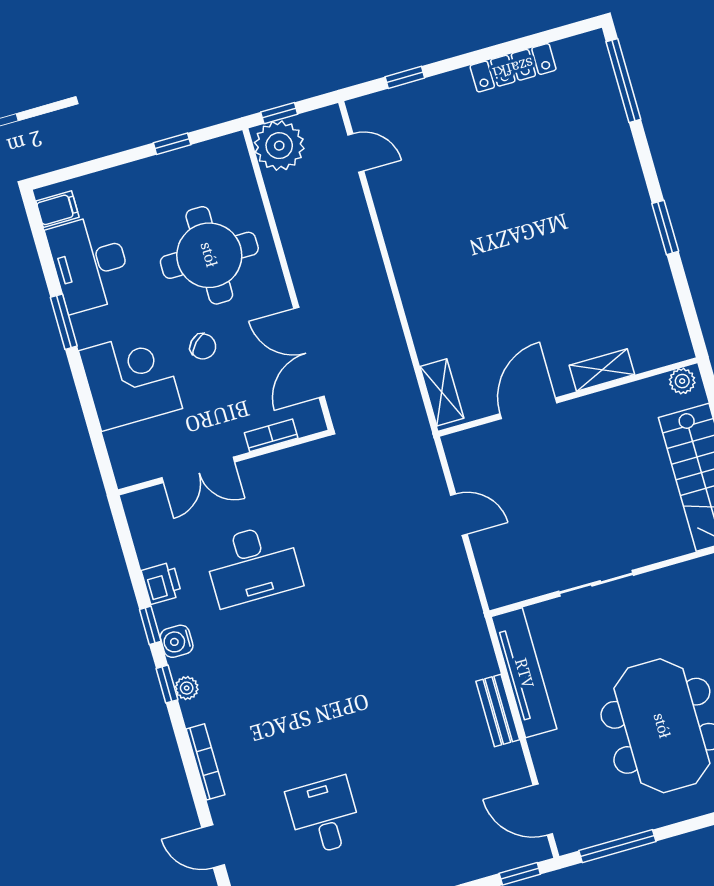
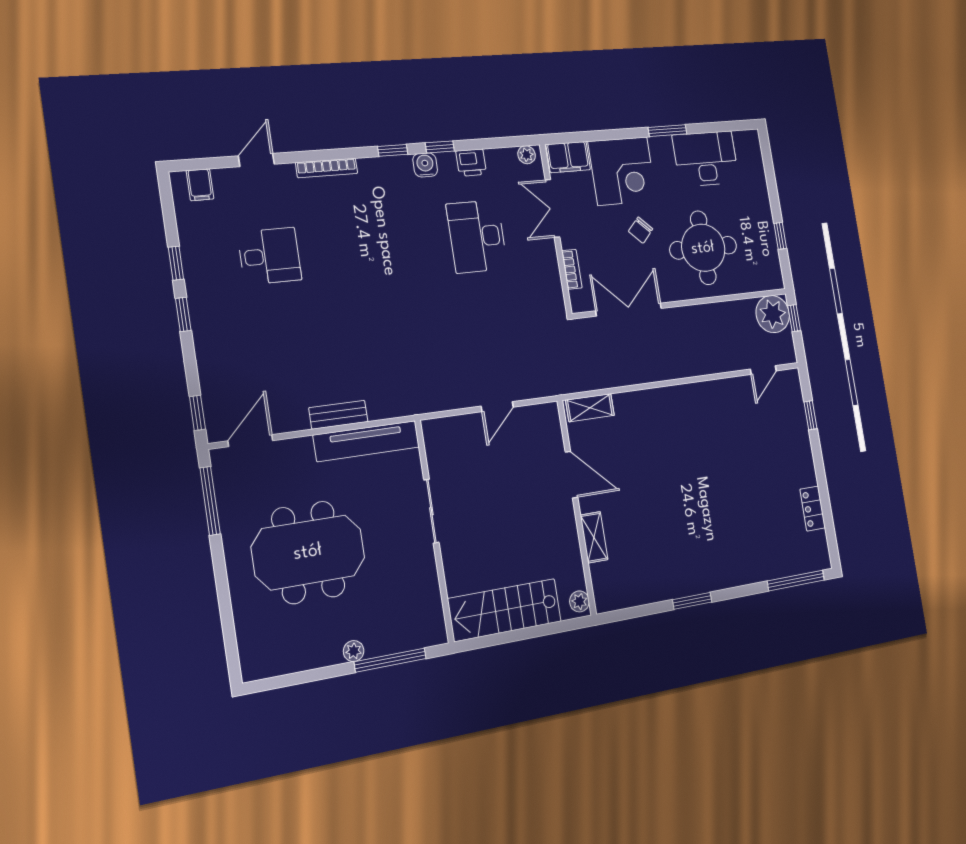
locker: (513, 68) -> (813, 509), width x0.66
filing cabinet: (57, 209) -> (568, 157), moved, width x2.00
plant: (187, 688) -> (527, 155), moved

